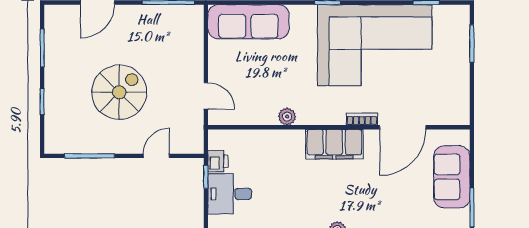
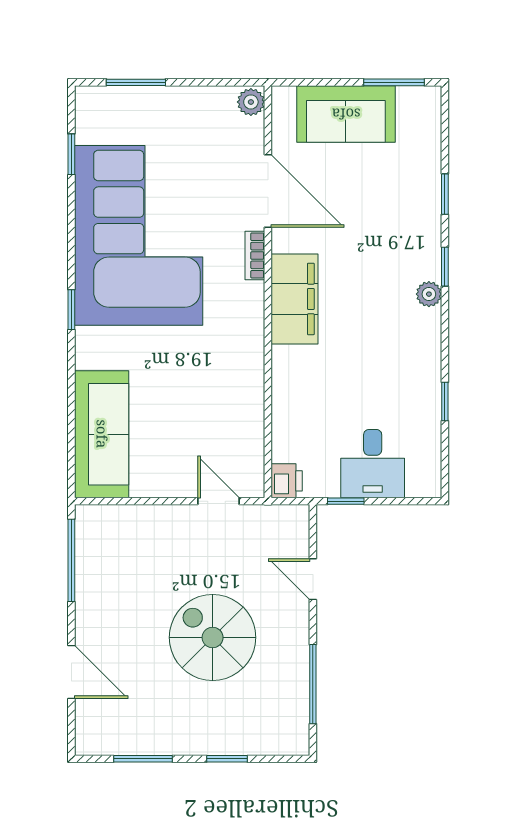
door: (206, 96) -> (218, 501), hinge flipped
plant: (287, 117) -> (251, 102), moved
printer: (218, 161) -> (287, 481), moved, turned 90

